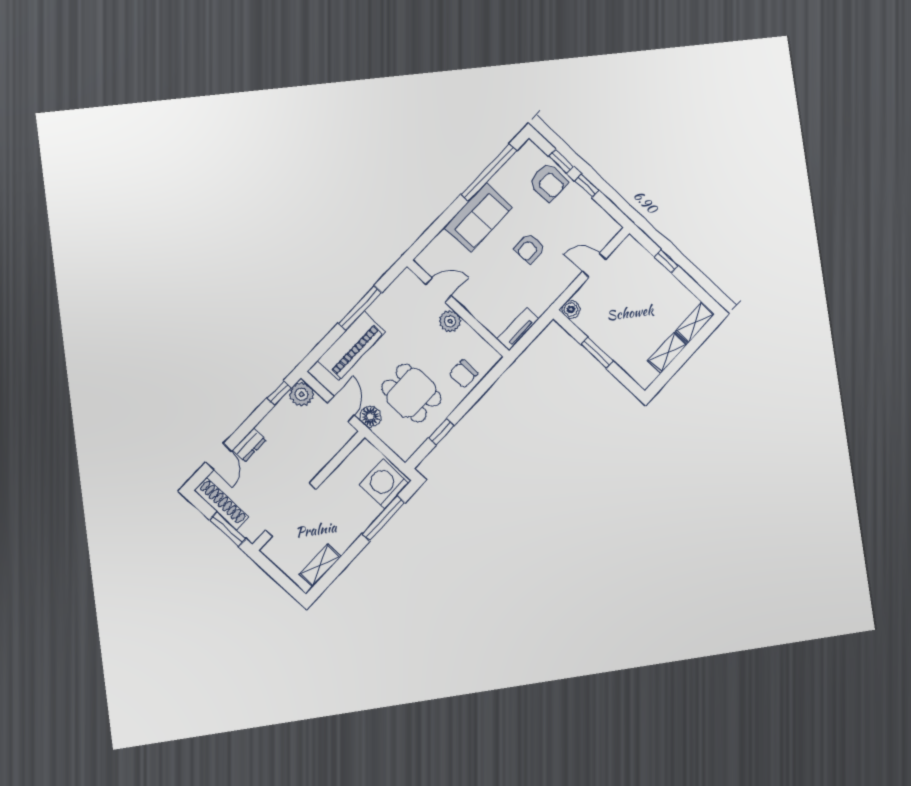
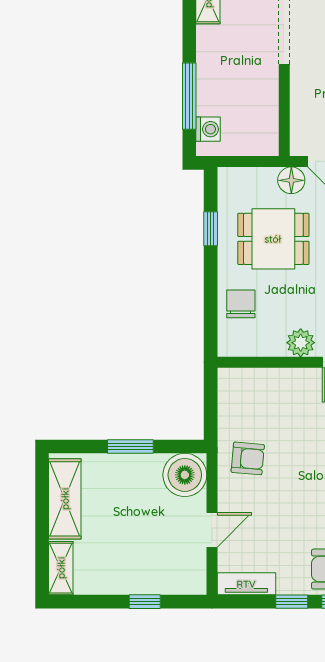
armchair: (530, 248) -> (248, 458), moved, turned 95
boiler: (571, 309) -> (185, 475), width x1.86, depth x1.86
tv unit: (518, 329) -> (246, 584), moved, turned -90
shelving: (668, 353) -> (65, 499), width x1.50, depth x1.33
washing machine: (384, 484) -> (208, 129), width x0.53, depth x0.53

